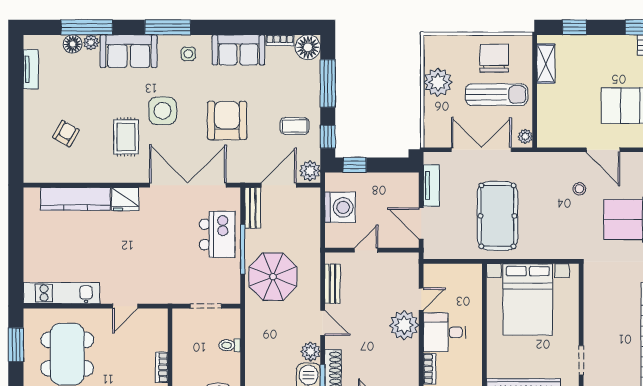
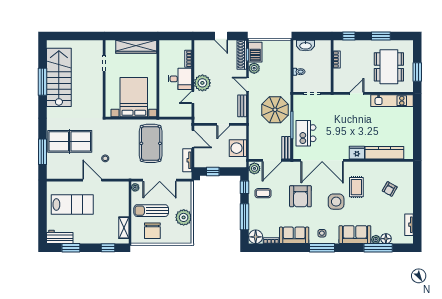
window: (168, 27) -> (322, 248), moved
window: (355, 165) -> (213, 172), moved

